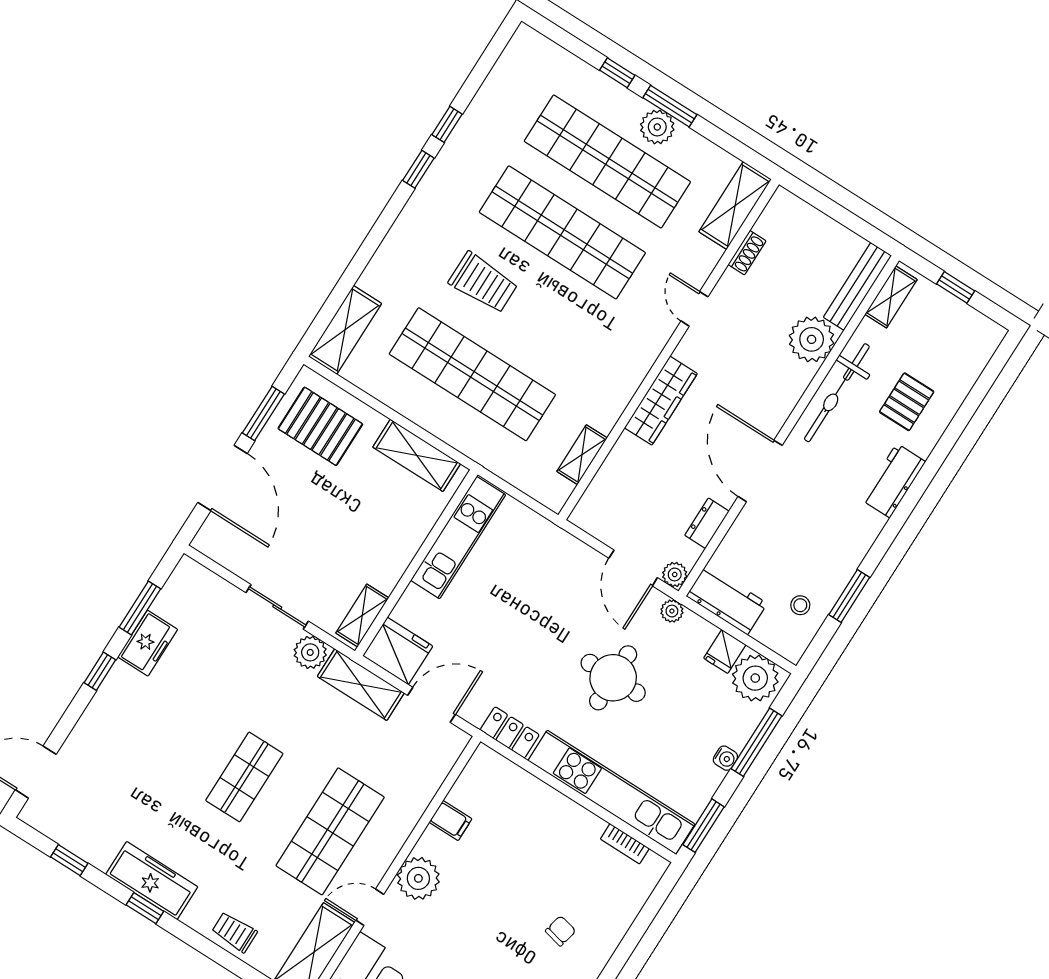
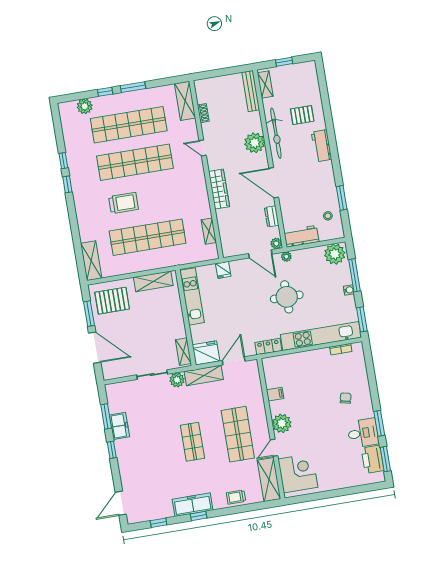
plant: (657, 127) -> (85, 106), moved
plant: (812, 339) -> (255, 143), moved
pallet: (907, 402) -> (302, 115), turned 90
fridge: (725, 651) -> (223, 270), moved

